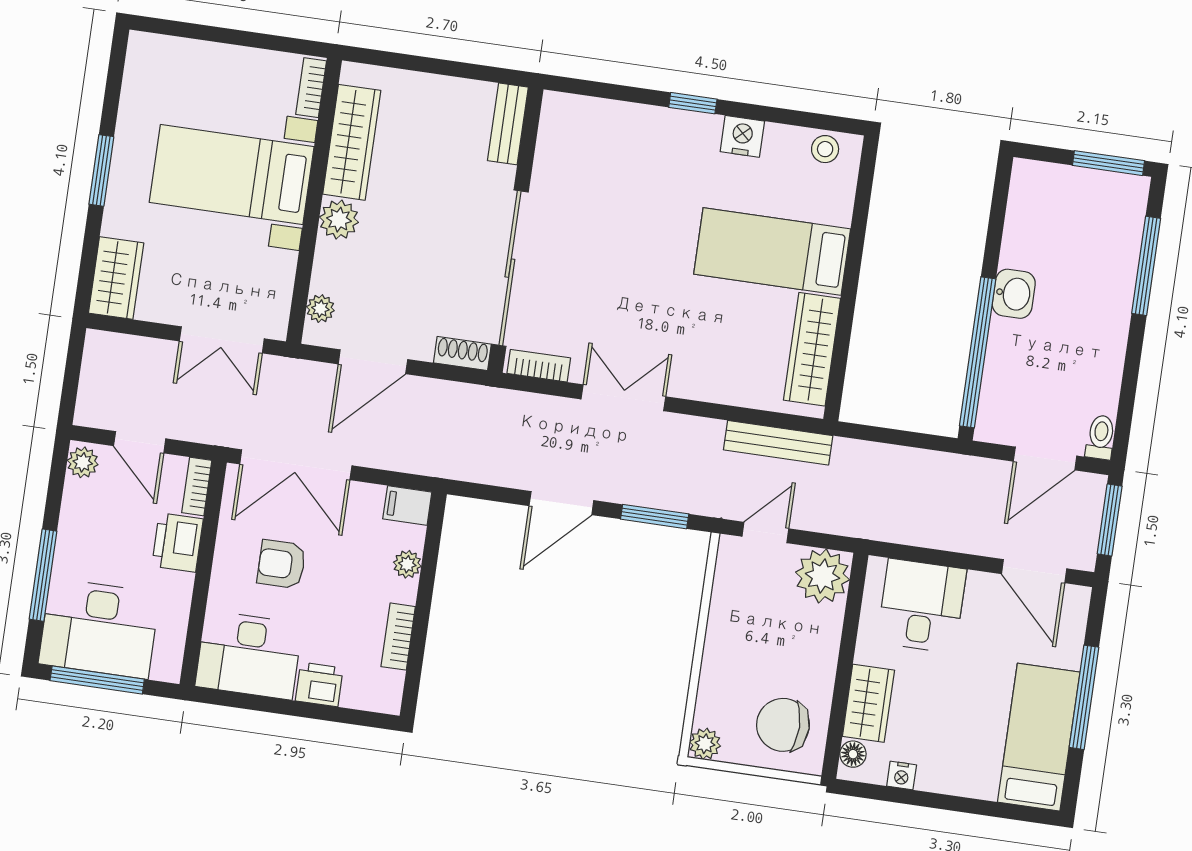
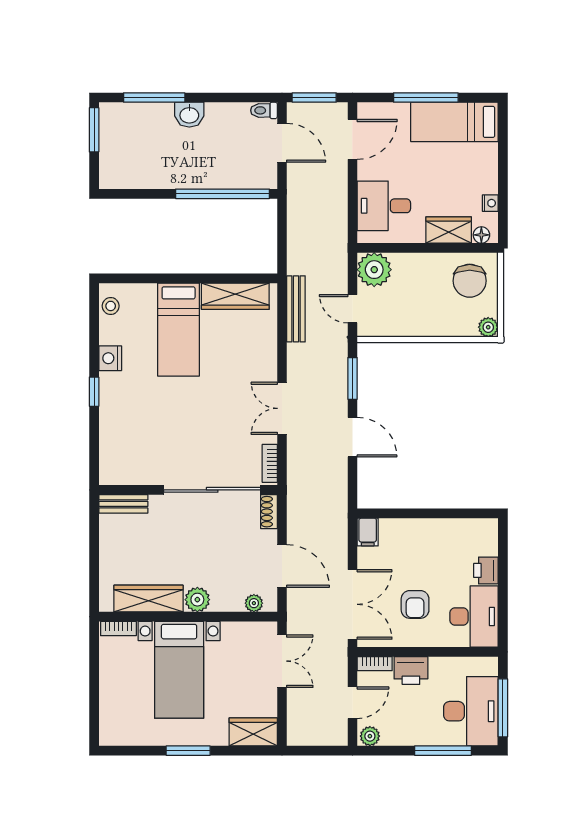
washbasin: (1014, 294) -> (189, 115), moved, turned 180
plant: (407, 564) -> (404, 527), removed
bookcase: (398, 637) -> (449, 526), removed

